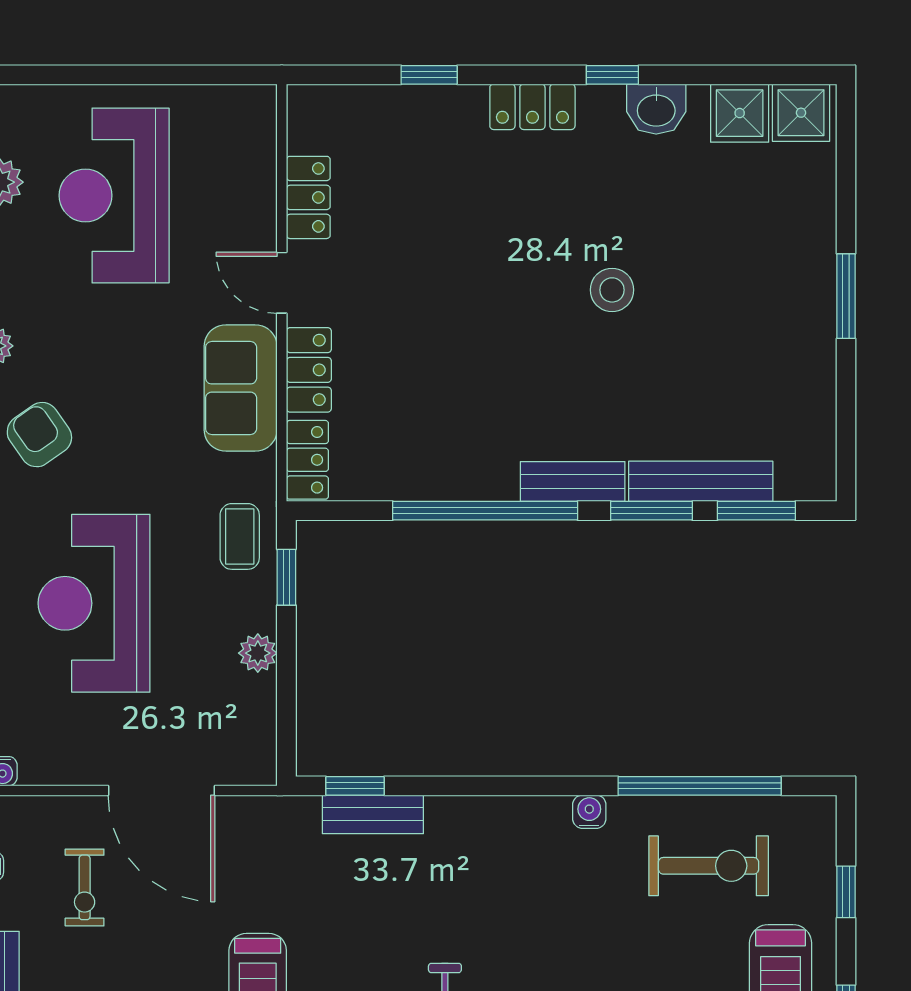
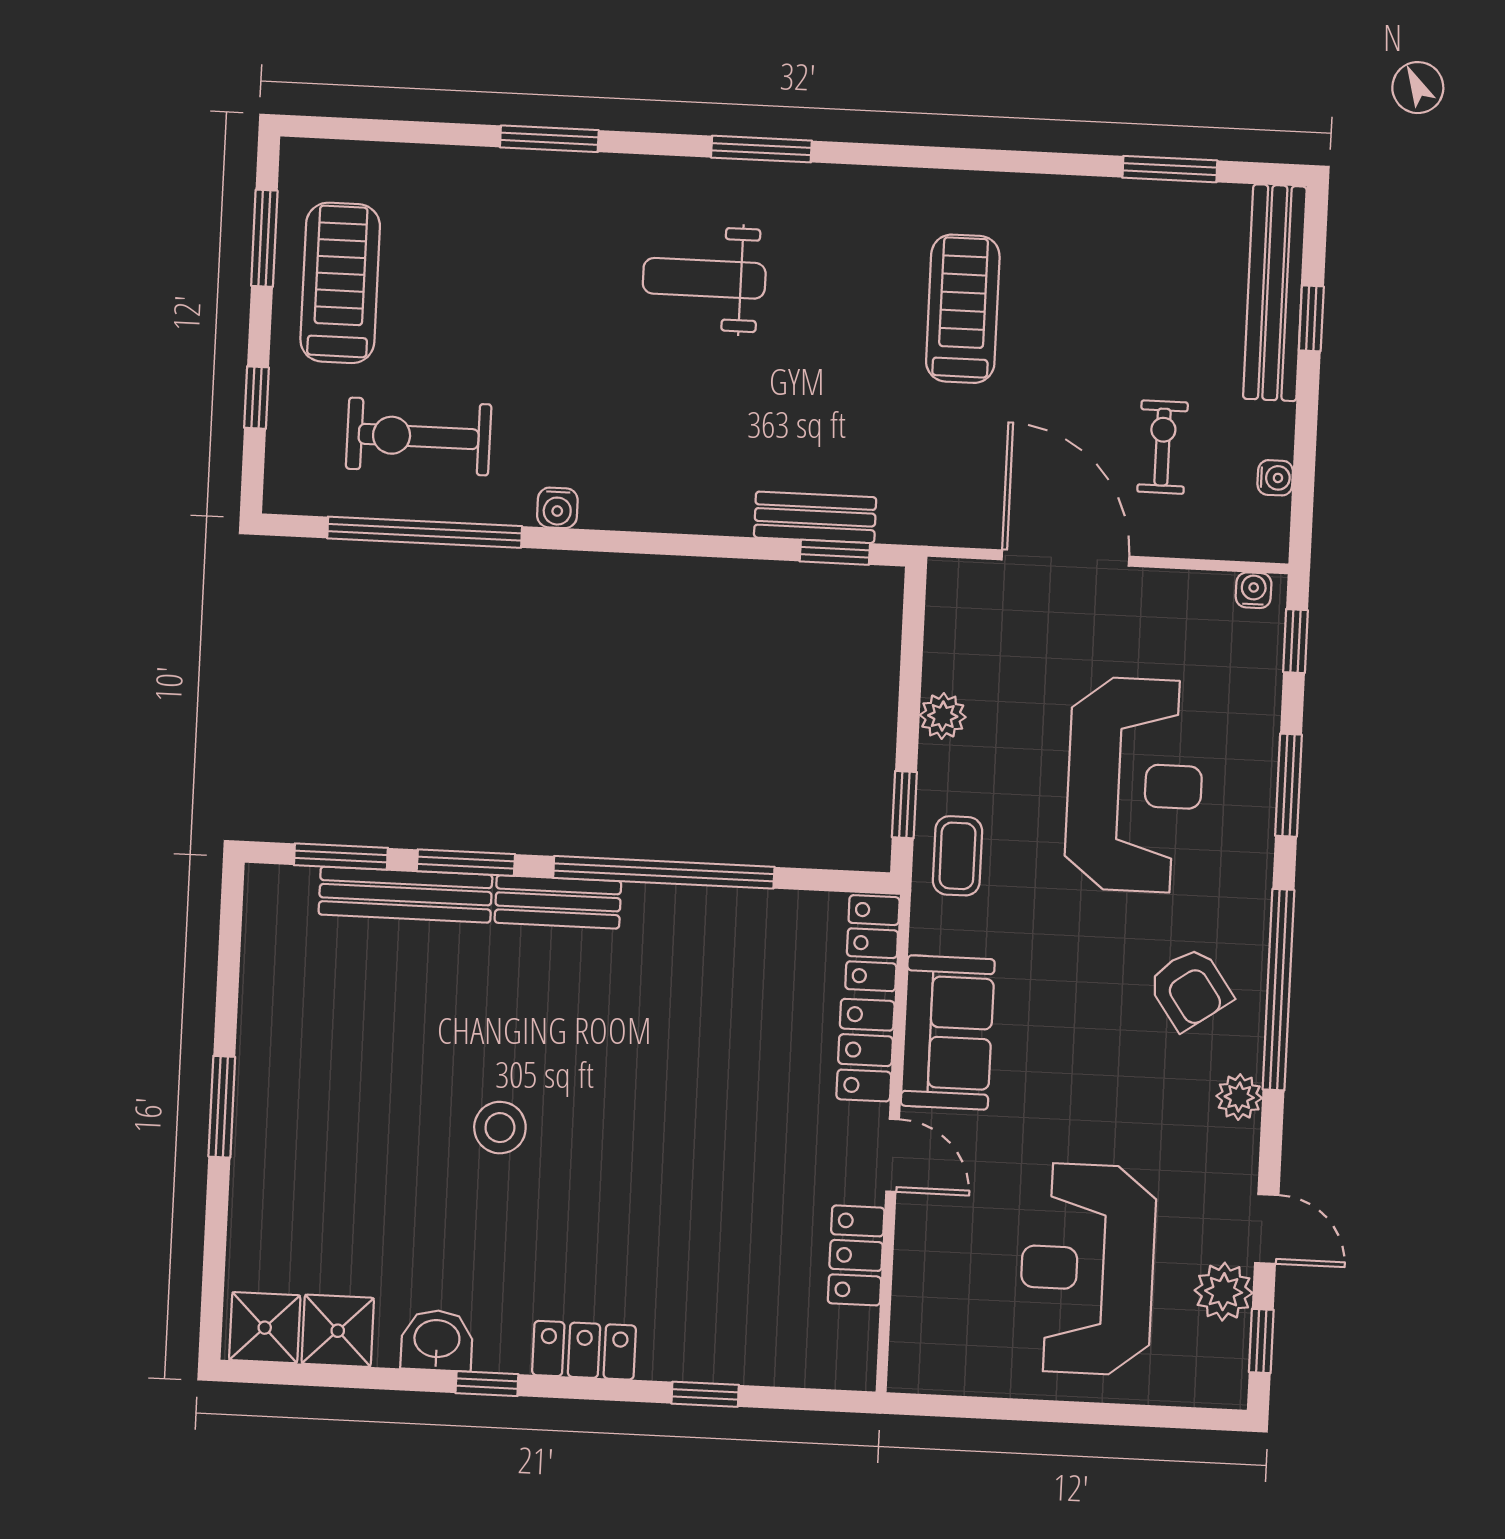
reception desk: (114, 196) -> (1087, 1269), turned 180

